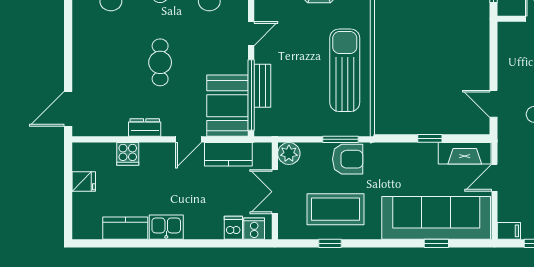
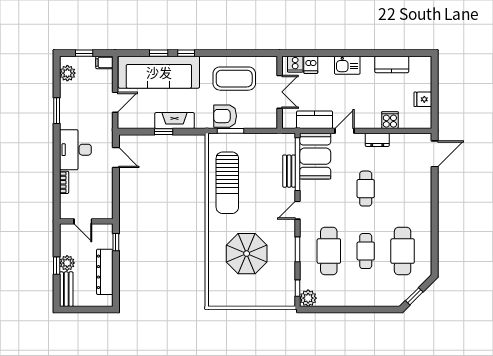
plant: (289, 153) -> (269, 120), removed
fireplace: (465, 153) -> (174, 121), moved
kitchen sink: (166, 227) -> (347, 65), moved
window: (330, 243) -> (186, 53), moved

